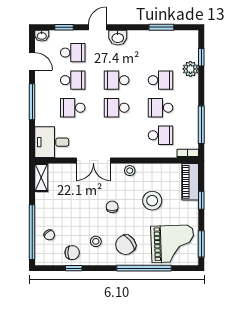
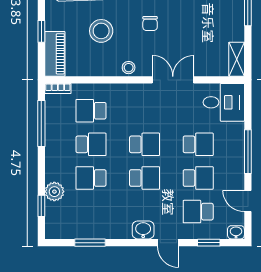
door: (97, 27) -> (168, 243), hinge flipped
school desk: (73, 80) -> (198, 178), turned 180

